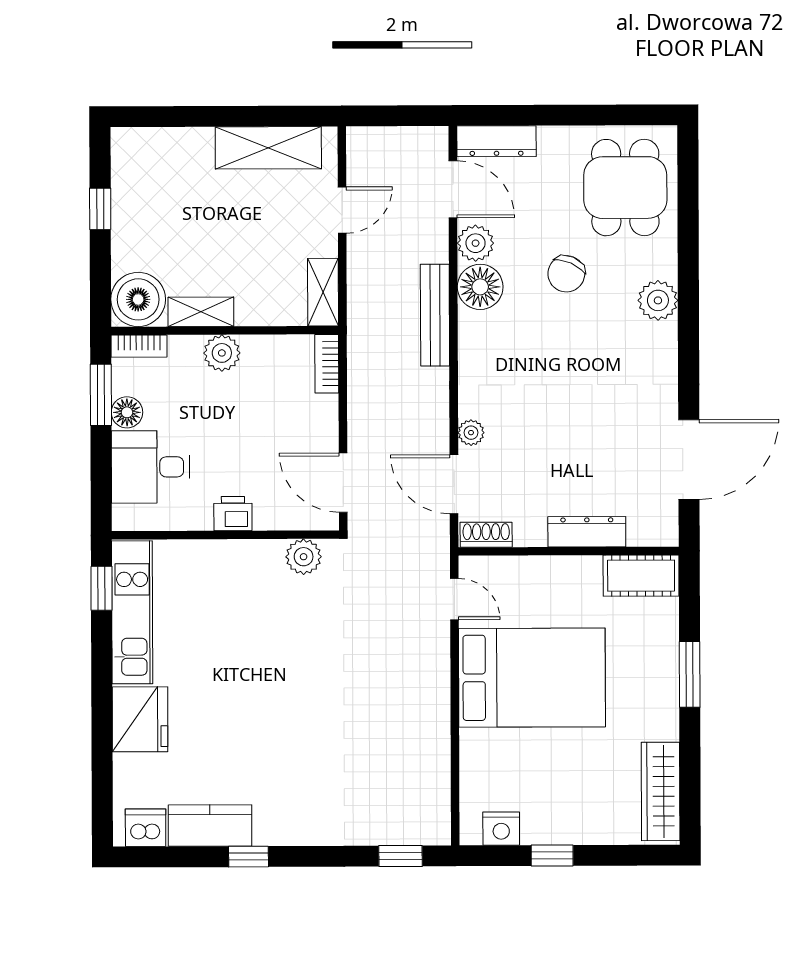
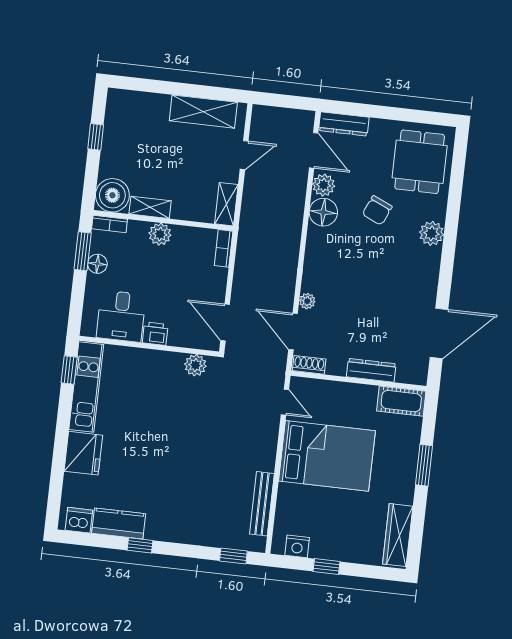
bench: (435, 315) -> (262, 504), moved
desk: (151, 467) -> (121, 316), moved, turned -90

